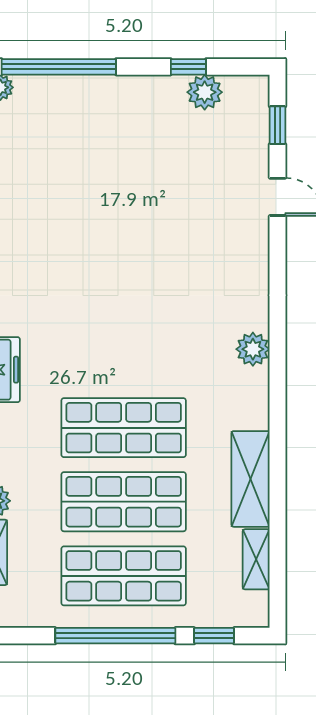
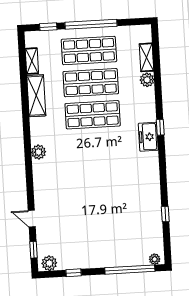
plant: (205, 92) -> (49, 263), moved

